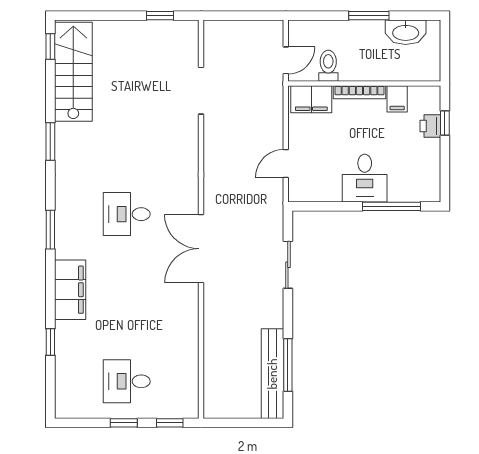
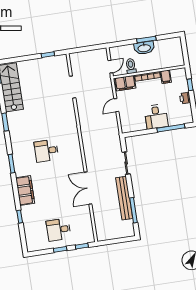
washbasin: (406, 32) -> (144, 48), moved
printer: (430, 126) -> (185, 98), moved
door: (286, 164) -> (116, 105), moved
double door: (201, 249) -> (88, 188), moved
bench: (272, 374) -> (124, 198), moved

